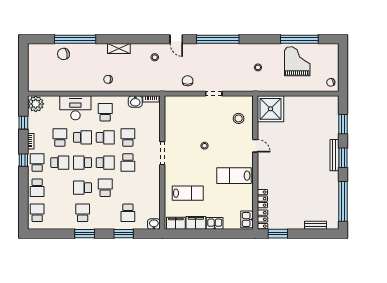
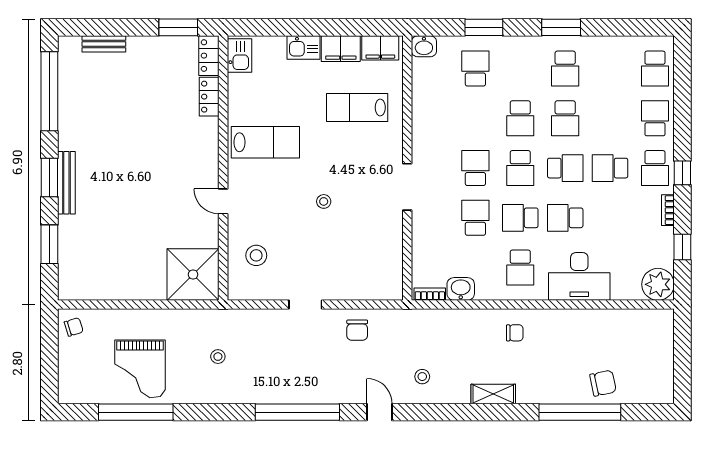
school desk: (60, 137) -> (610, 218), removed
school desk: (128, 137) -> (475, 218), turned 180
school desk: (105, 163) -> (520, 168), turned -90
school desk: (83, 188) -> (565, 118), turned 90

